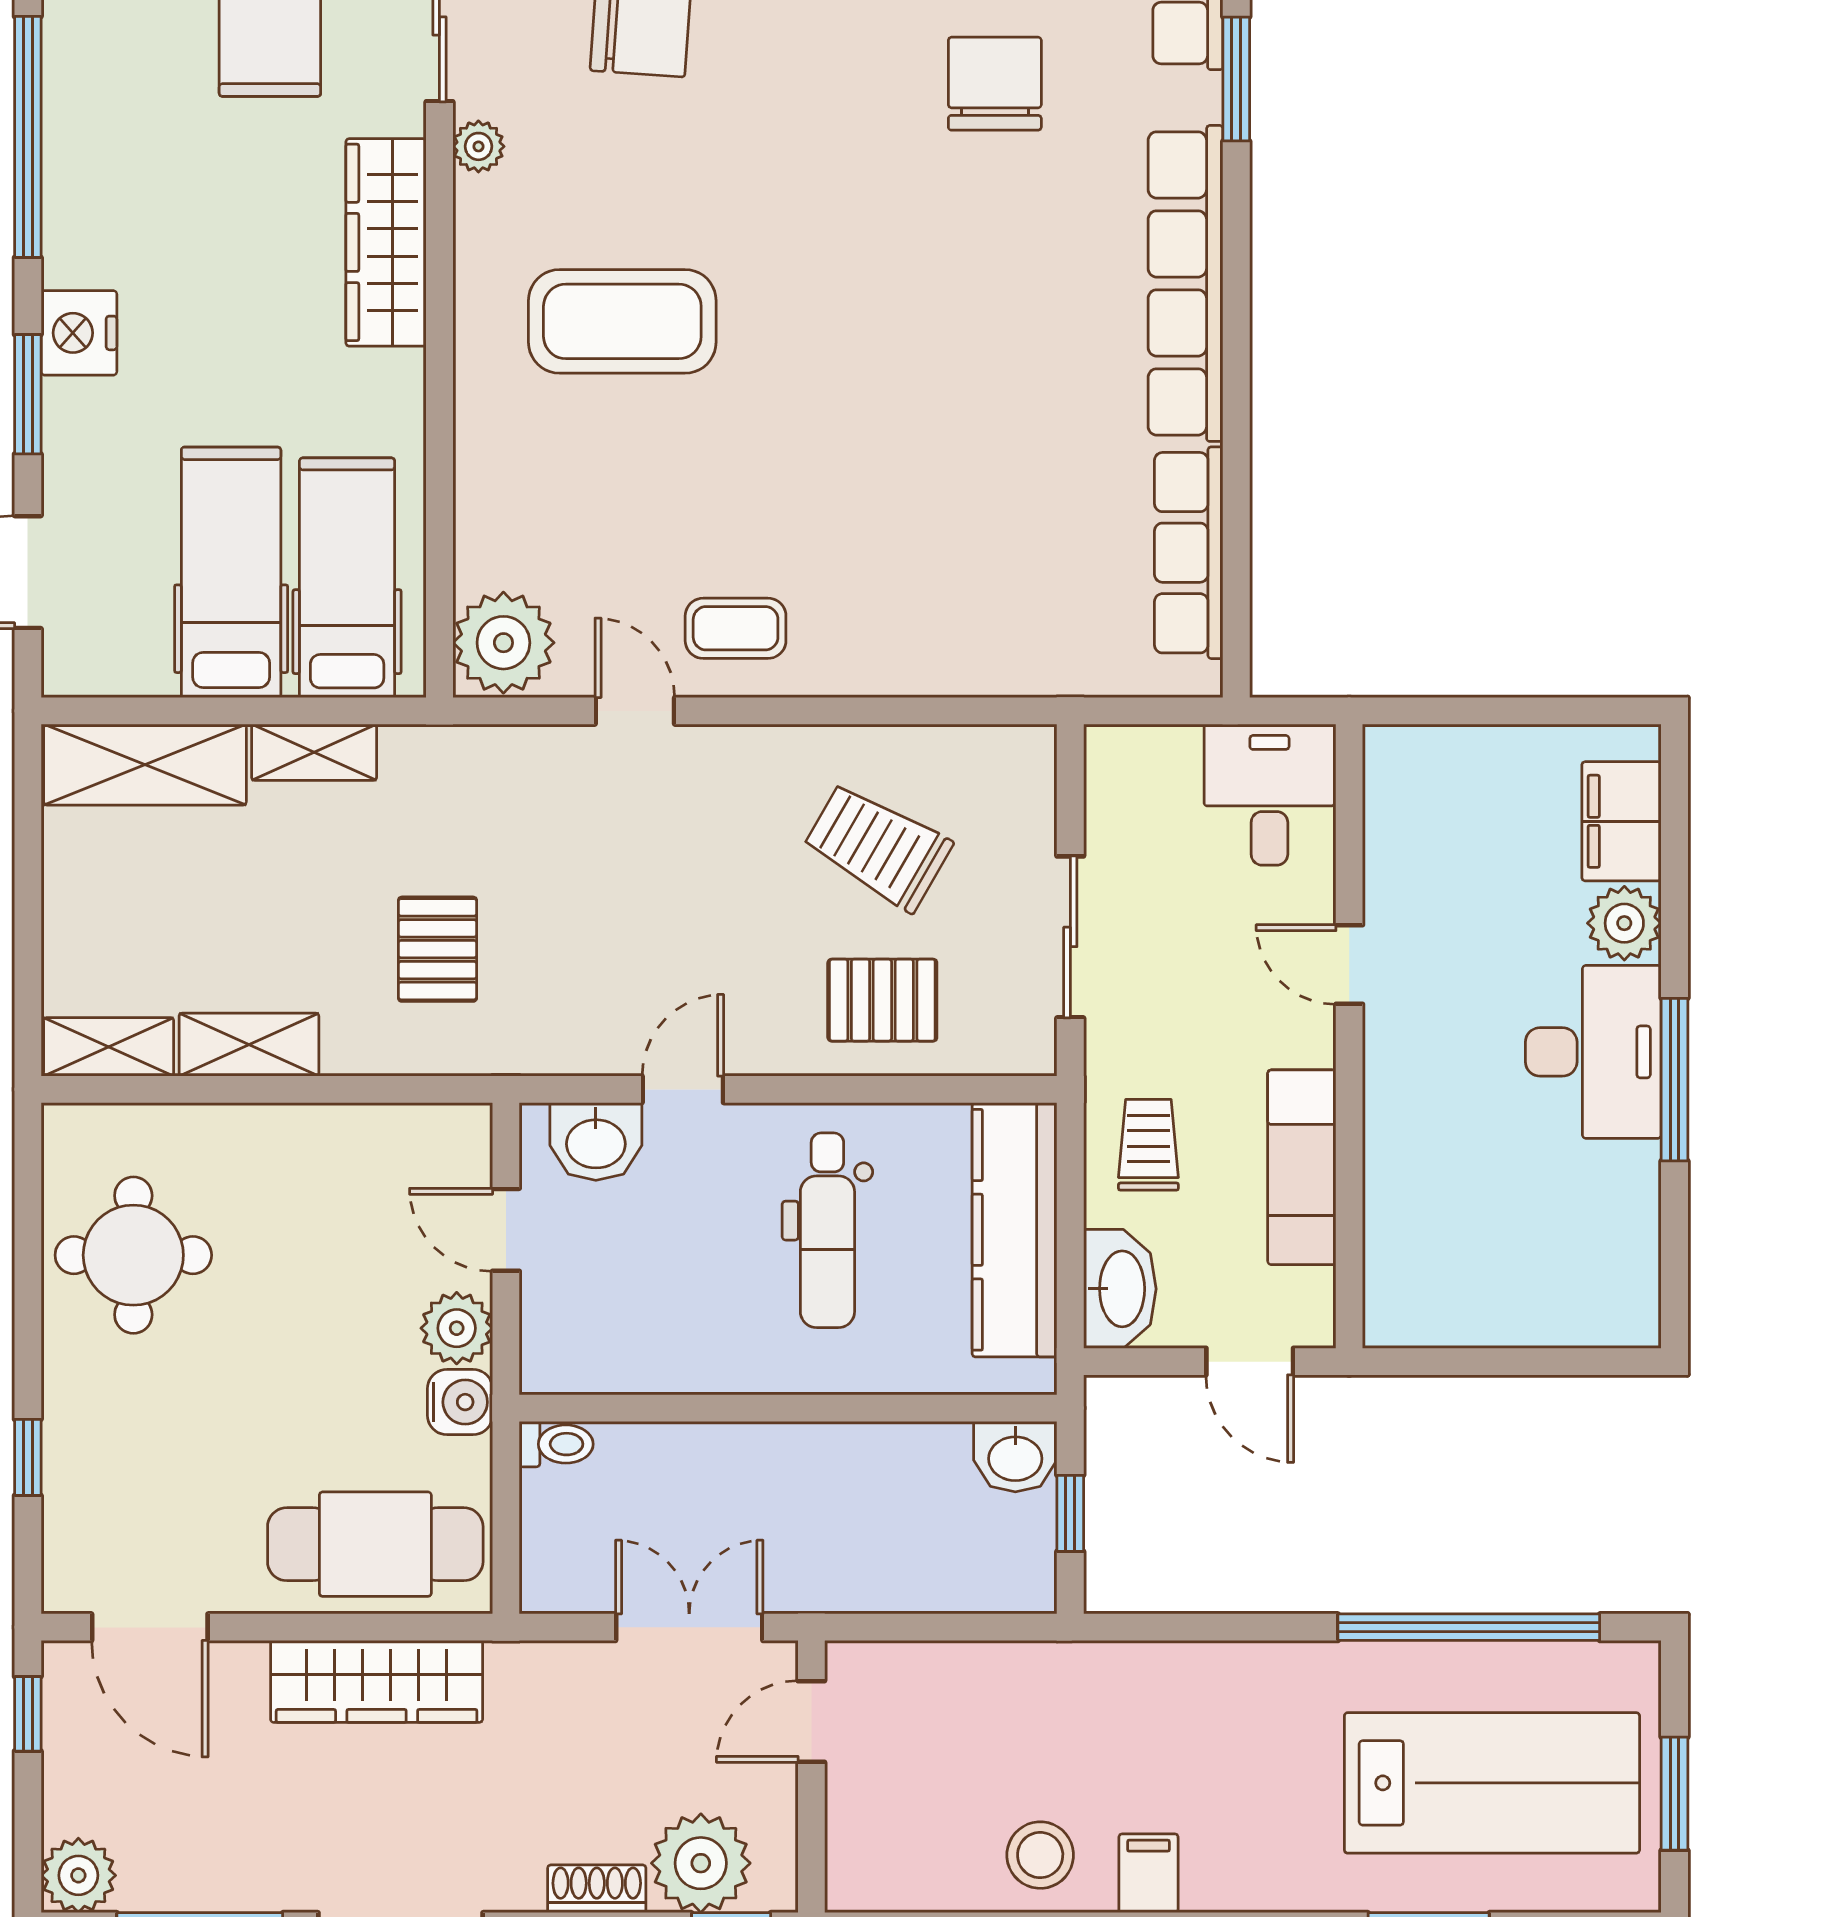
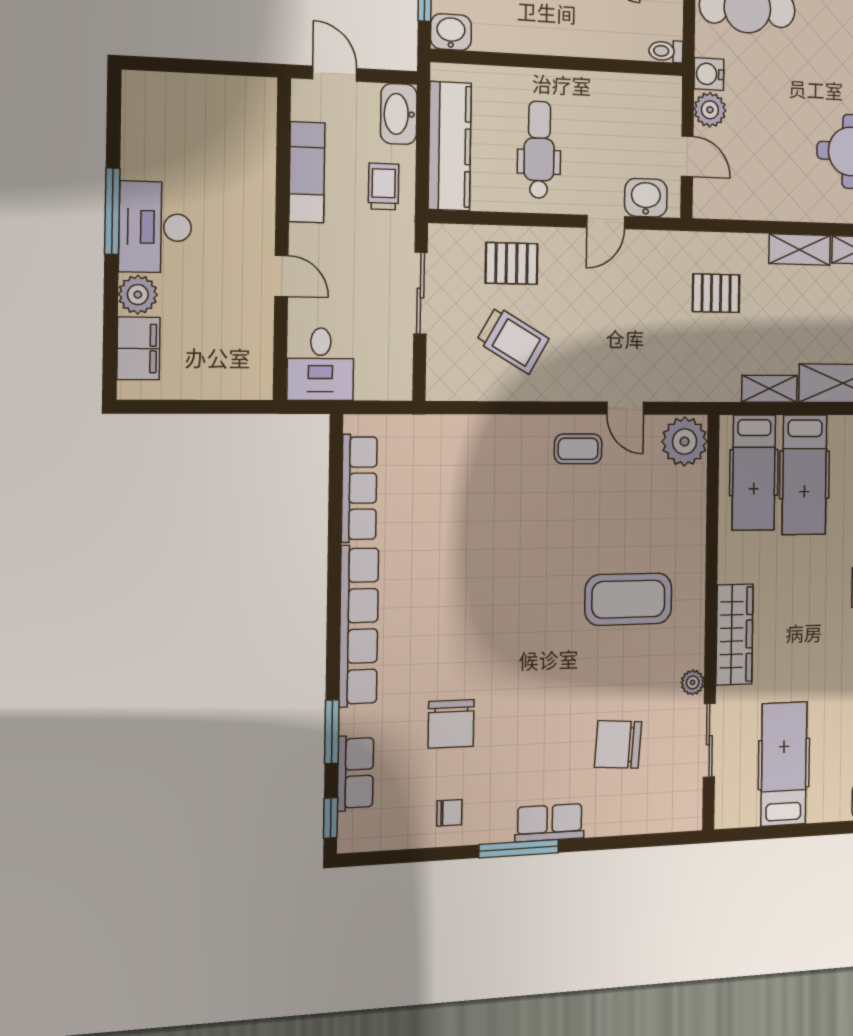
pallet: (438, 949) -> (716, 293), turned 90
trolley: (1148, 1145) -> (384, 187), turned 180

